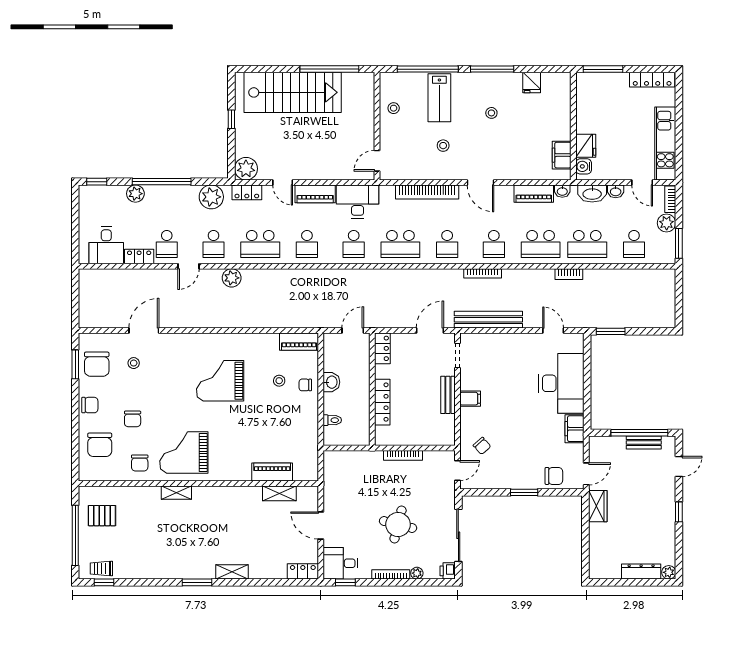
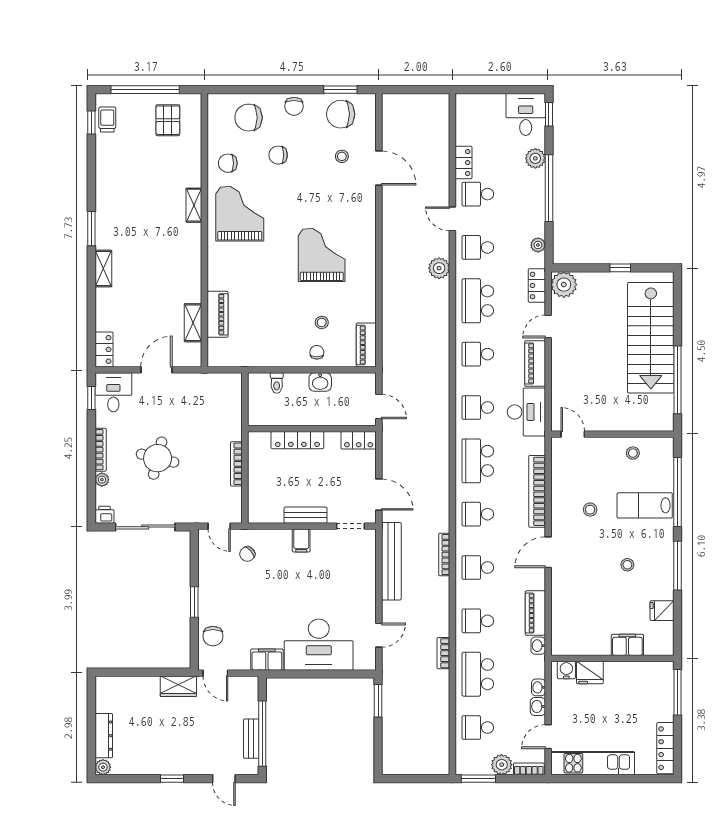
filing cabinet: (562, 155) -> (627, 645), moved
washbasin: (592, 194) -> (538, 687), width x0.52, depth x0.69
plant: (211, 197) -> (538, 245), width x0.53, depth x0.53
school desk: (541, 244) -> (478, 621), width x0.54
desk: (106, 245) -> (526, 114), moved, turned 90

